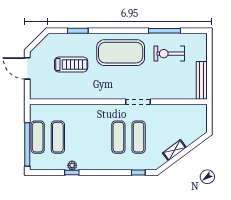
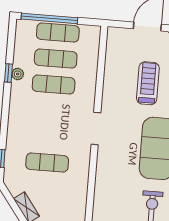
treadmill: (71, 64) -> (148, 83), turned 180
doorway: (138, 102) -> (96, 128), moved
exercise mat: (118, 137) -> (54, 85), moved

